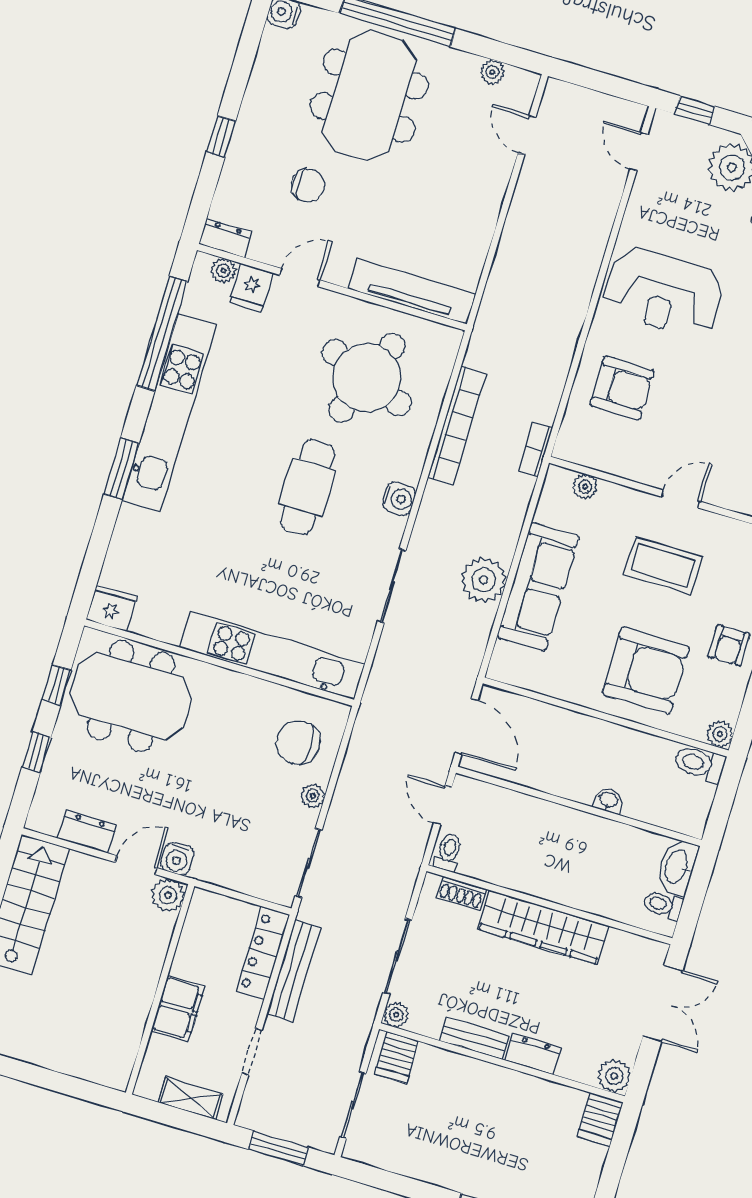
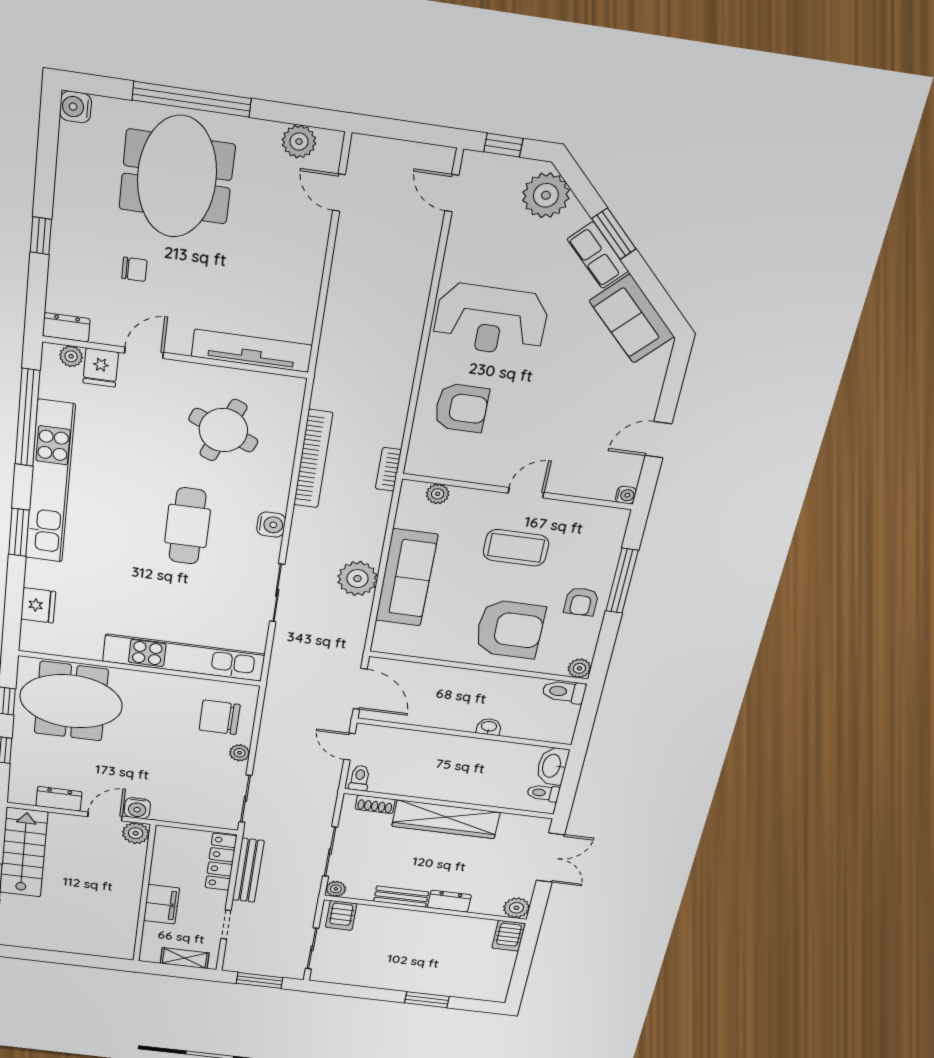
plant: (492, 72) -> (299, 142), width x1.38, depth x1.38
chair: (308, 185) -> (134, 269), width x0.73, depth x0.73
round table: (367, 378) -> (223, 430), width x0.73, depth x0.73
fridge: (111, 608) -> (38, 605), moved, turned 90

